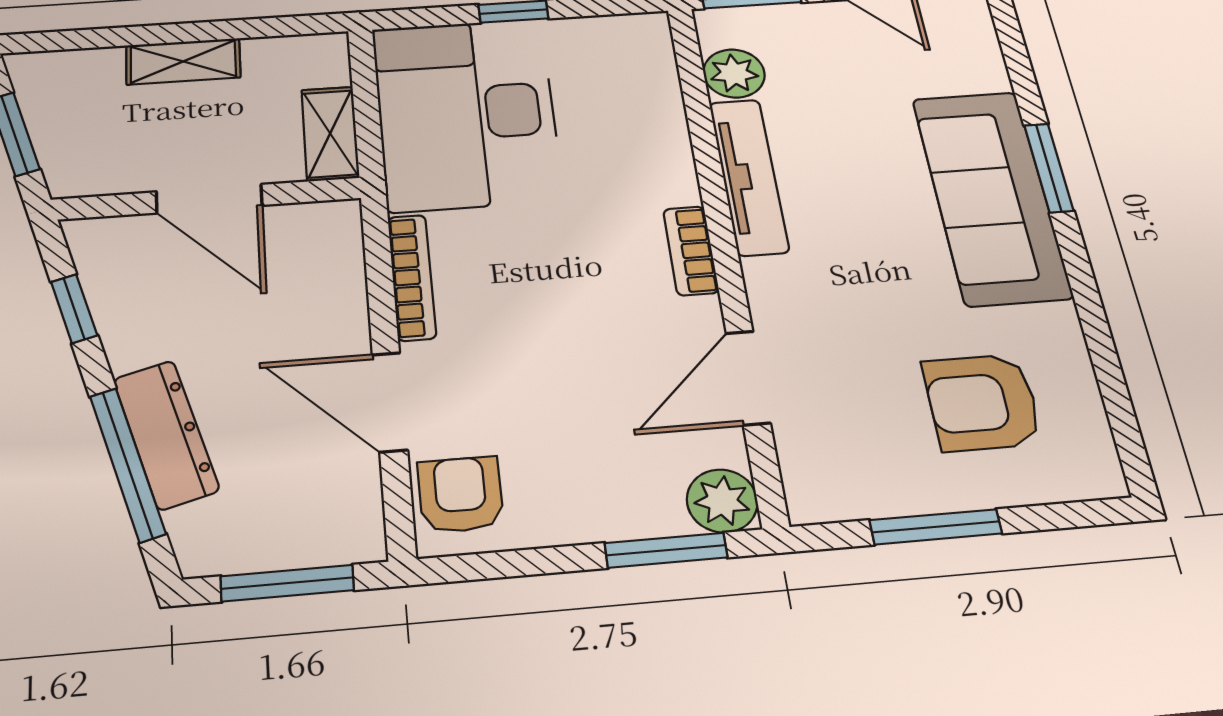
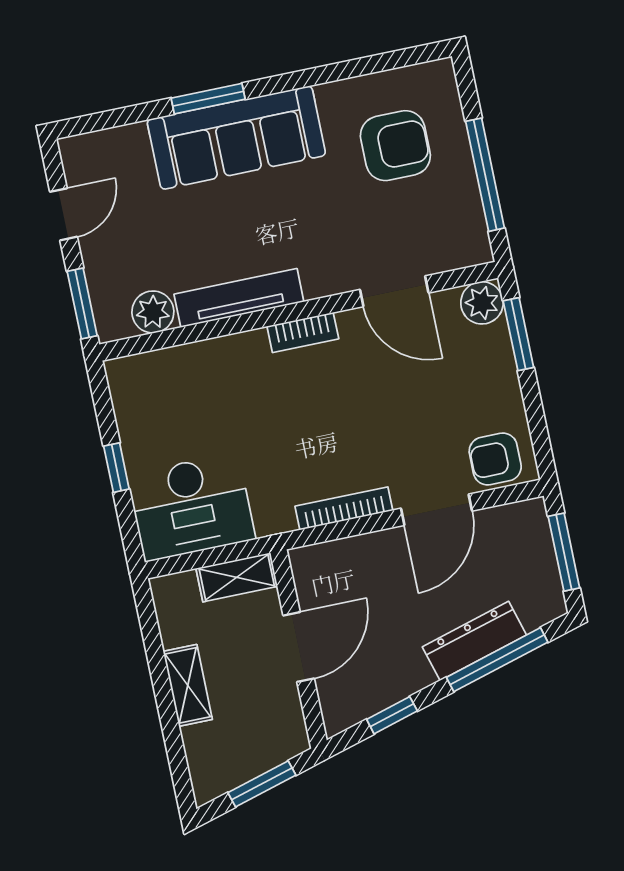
desk: (466, 113) -> (191, 507), width x0.73, depth x0.77
armchair: (982, 402) -> (395, 146), turned -90
window: (936, 527) -> (485, 175), width x1.44

